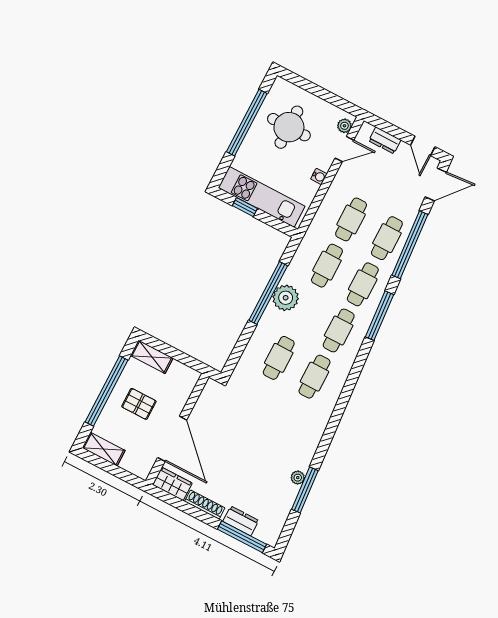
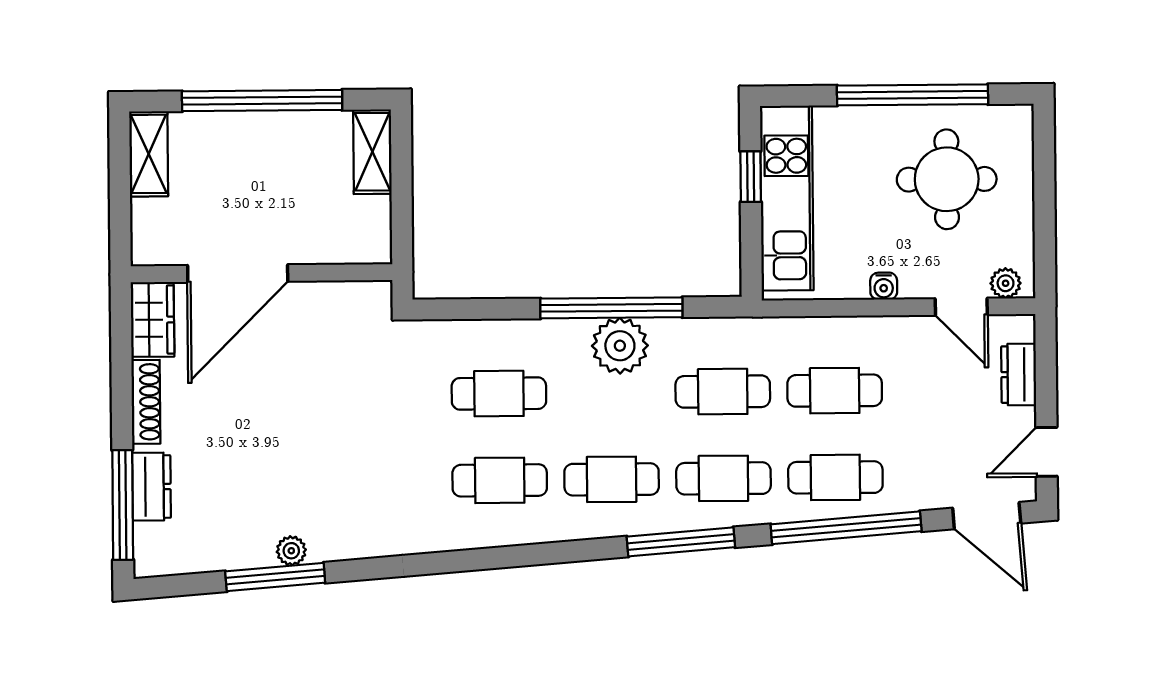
pallet: (139, 404) -> (270, 175), removed

